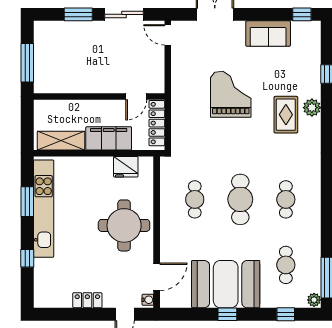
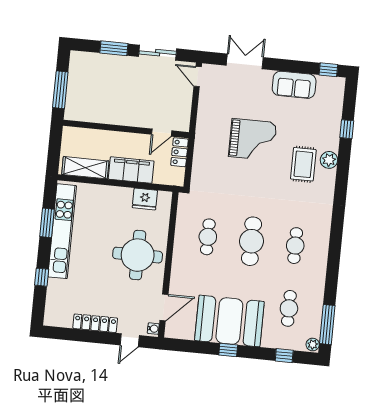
grand piano: (231, 94) -> (253, 139), turned 90
locker: (157, 123) -> (180, 152), width x0.66
locker: (87, 300) -> (95, 323), width x1.53

